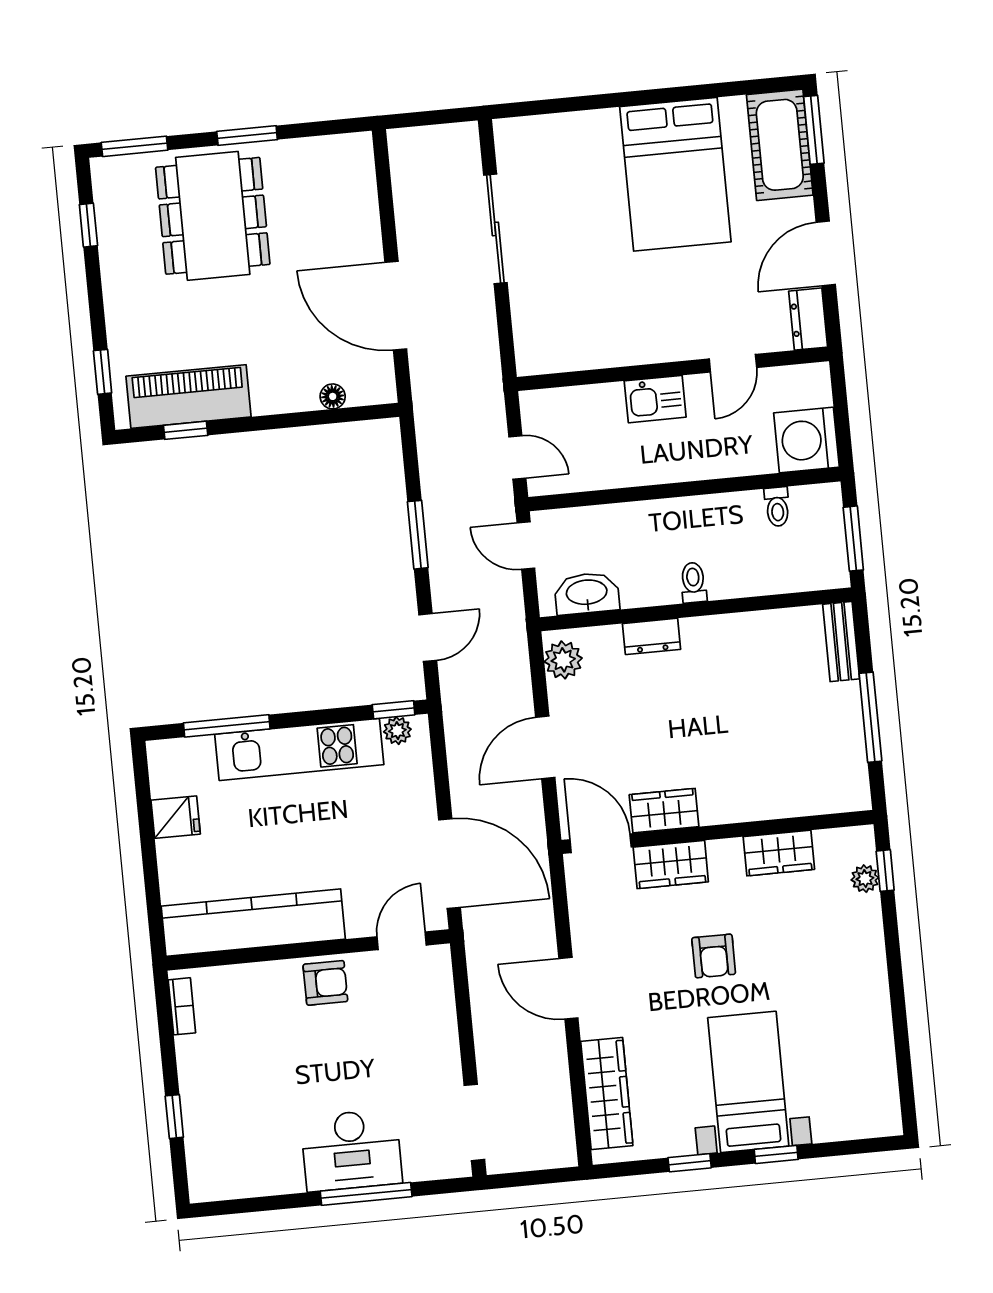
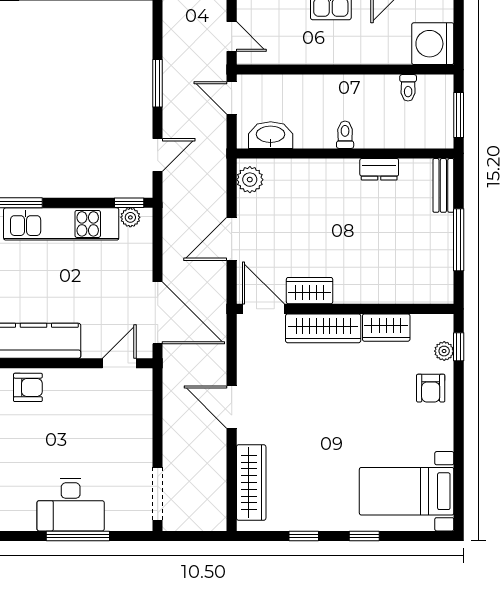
dresser: (652, 636) -> (379, 169), moved
wardrobe: (671, 865) -> (323, 328), width x1.50
armchair: (714, 956) -> (431, 388), moved
armchair: (325, 983) -> (28, 387), moved
bed with nightstands: (748, 1082) -> (407, 491), moved, turned -90

